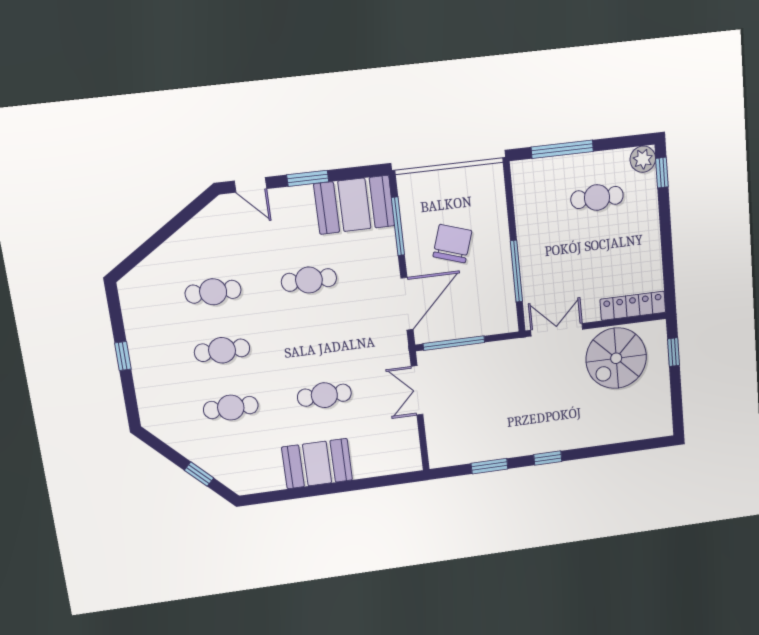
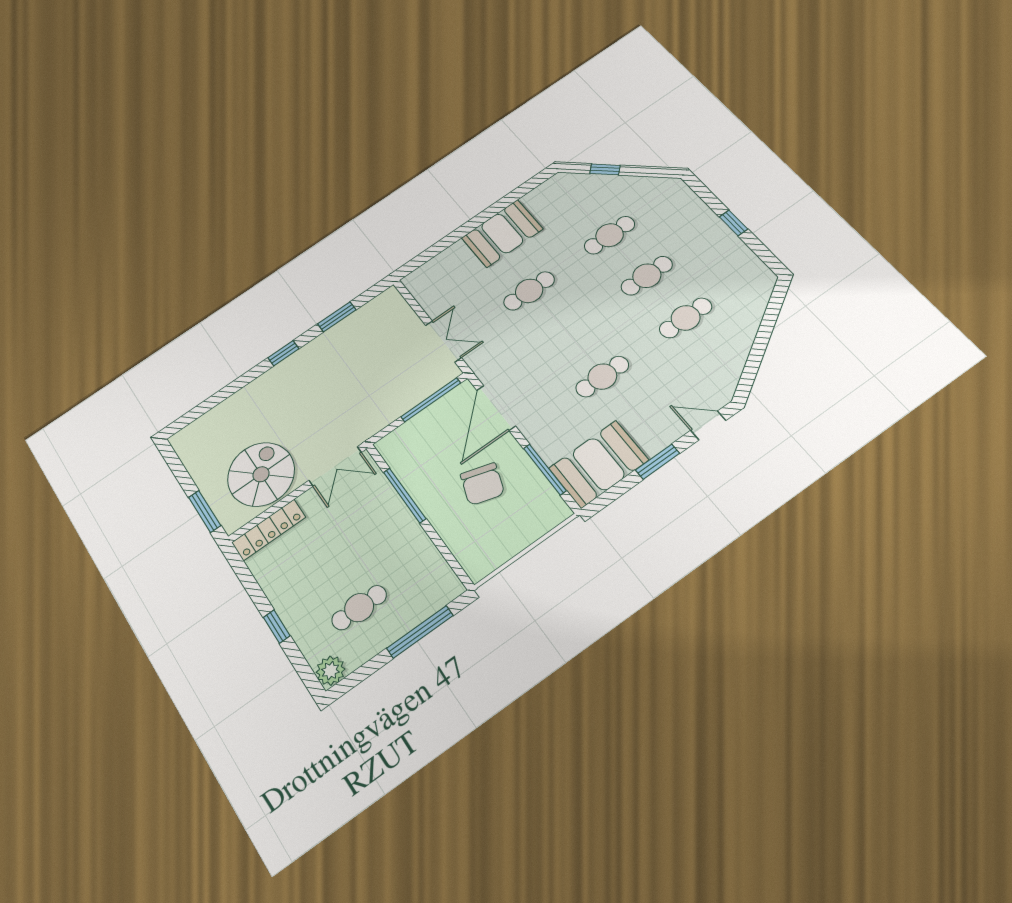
window: (662, 173) -> (277, 627), moved
window: (673, 352) -> (205, 511), width x1.50

